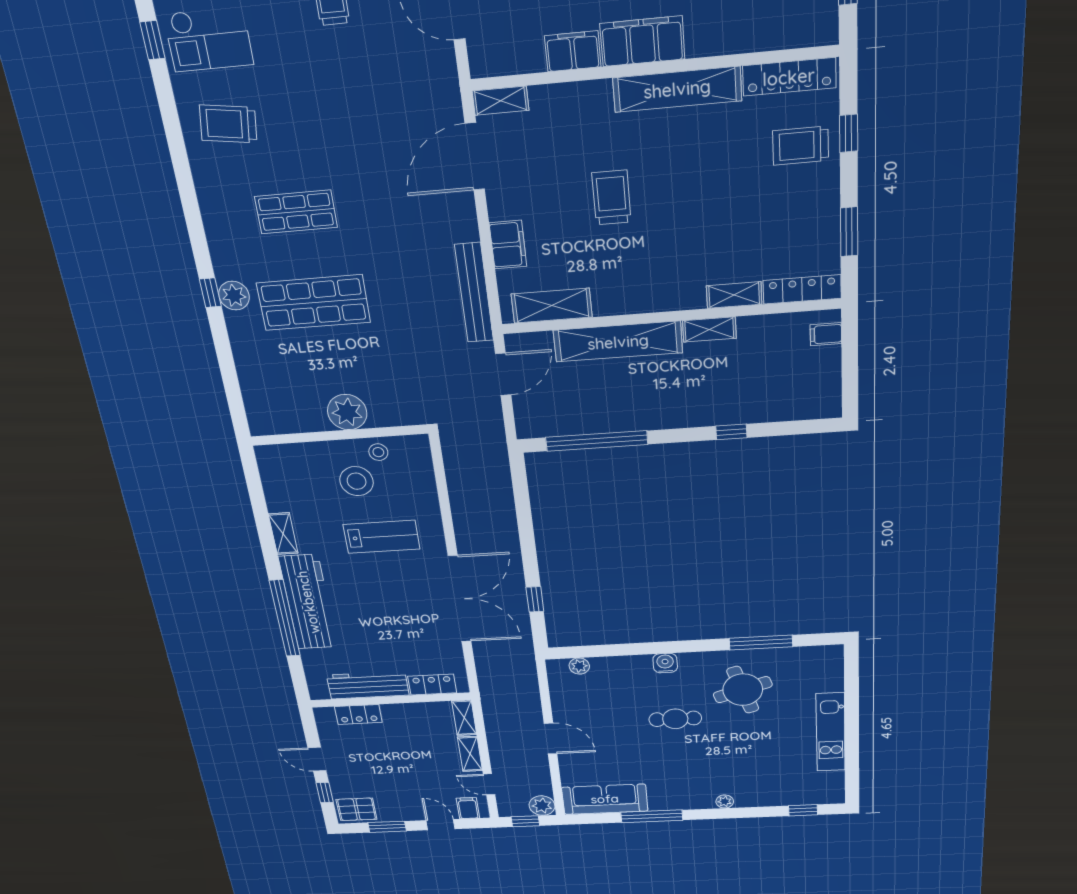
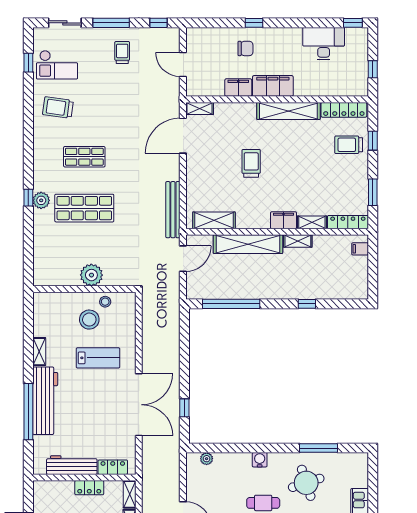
filing cabinet: (508, 245) -> (284, 220), moved, turned -90
locker: (358, 714) -> (89, 488), moved

